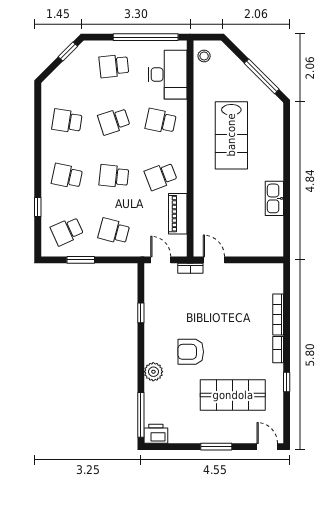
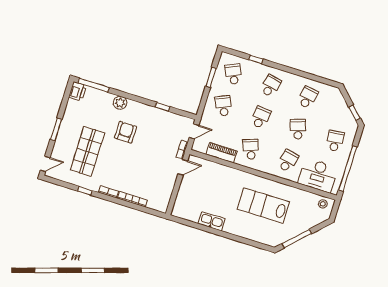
school desk: (114, 231) -> (223, 106), turned -39

